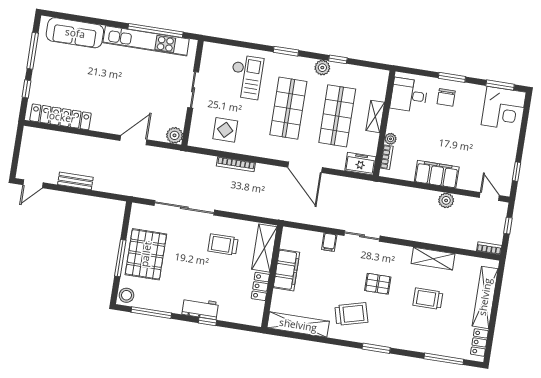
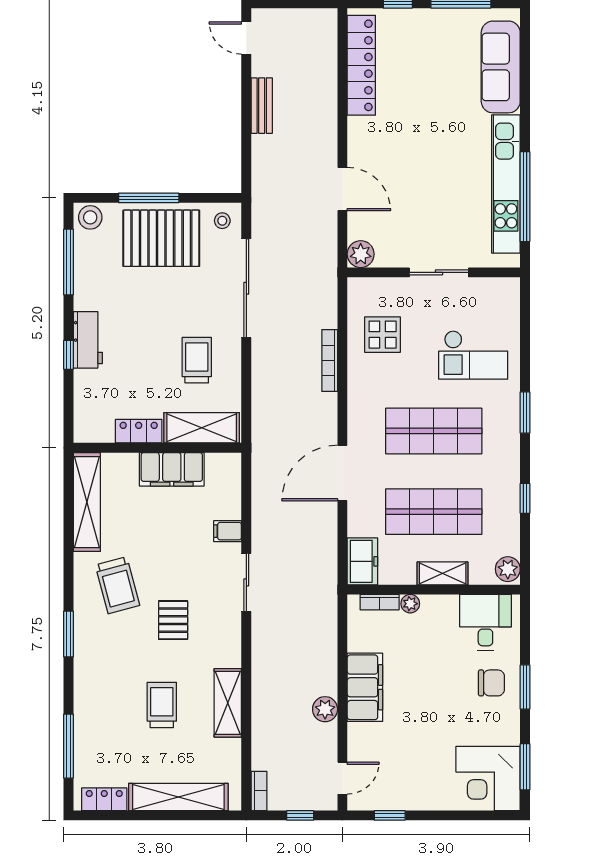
plant: (322, 68) -> (508, 569), moved
chair: (446, 97) -> (491, 683), turned 180
stool: (141, 216) -> (222, 221), added

